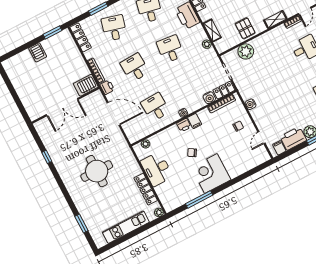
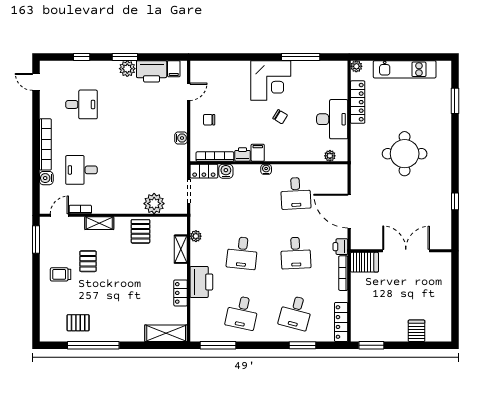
server rack: (38, 52) -> (417, 331), moved
printer: (184, 125) -> (242, 154), moved

